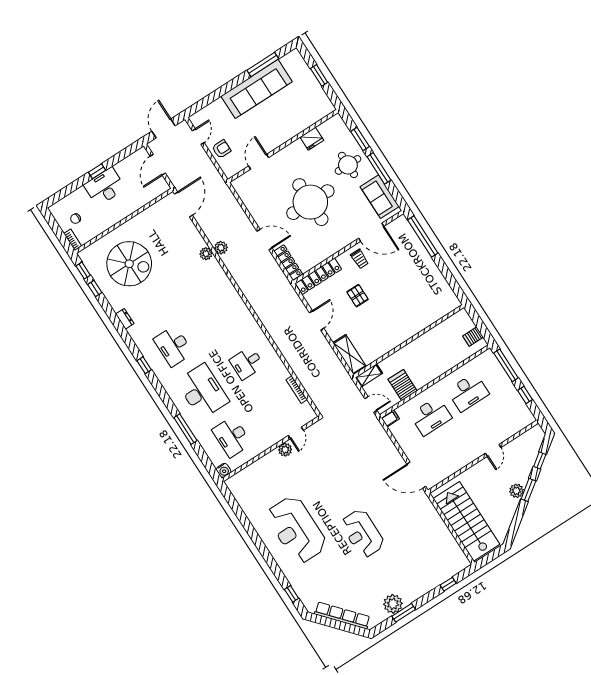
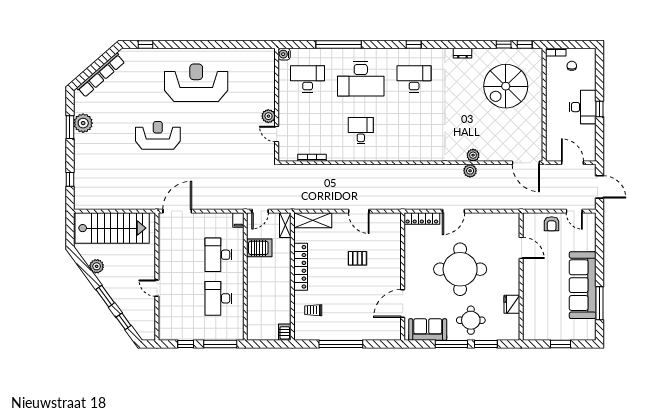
window: (423, 236) -> (341, 344), moved
trolley: (360, 259) -> (313, 310), moved
locker: (318, 276) -> (301, 267), moved, turned 180
server rack: (473, 337) -> (285, 332), moved
window: (185, 429) -> (339, 44), width x1.46
plant: (516, 491) -> (97, 266), moved

